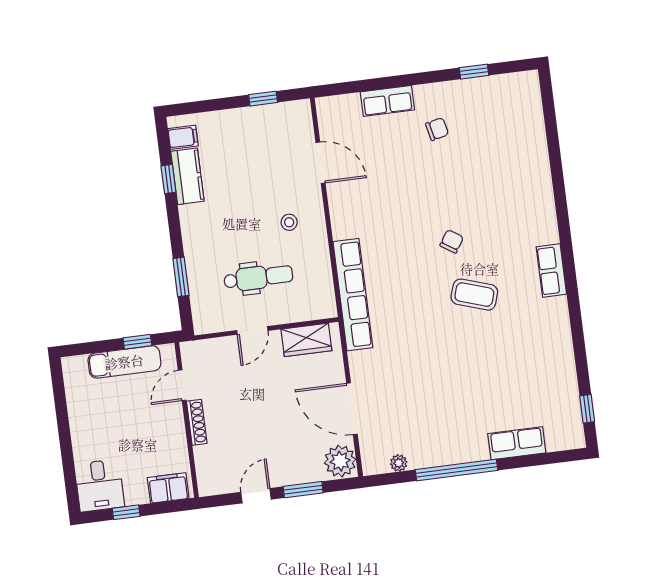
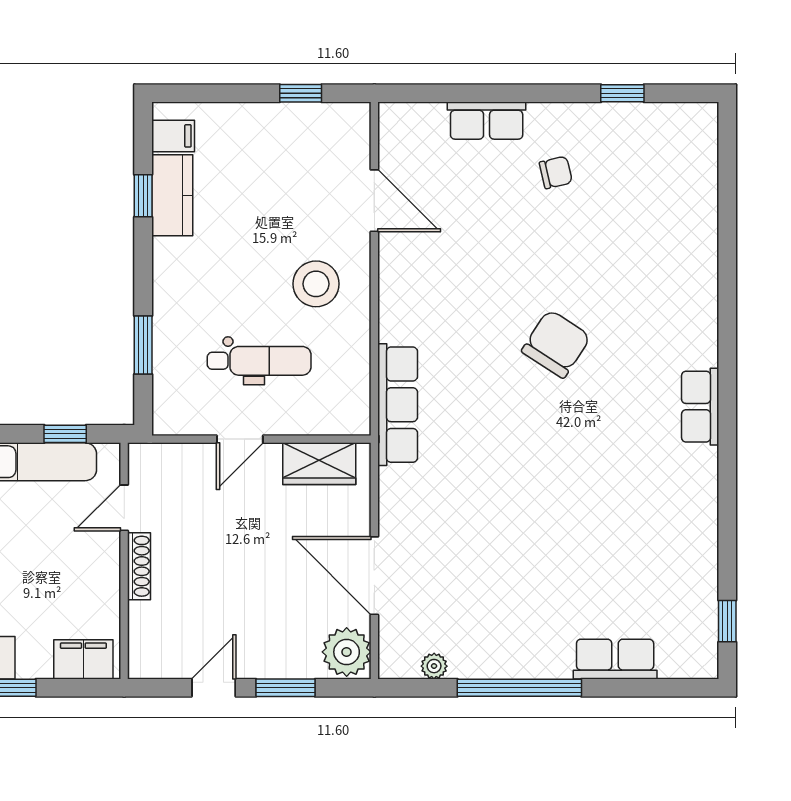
stool: (289, 222) -> (316, 284), width x1.89, depth x1.89
chair: (452, 241) -> (556, 344), width x1.87, depth x1.87
row of seats: (353, 295) -> (398, 405), width x0.73
coffee table: (474, 295) -> (580, 428), removed

